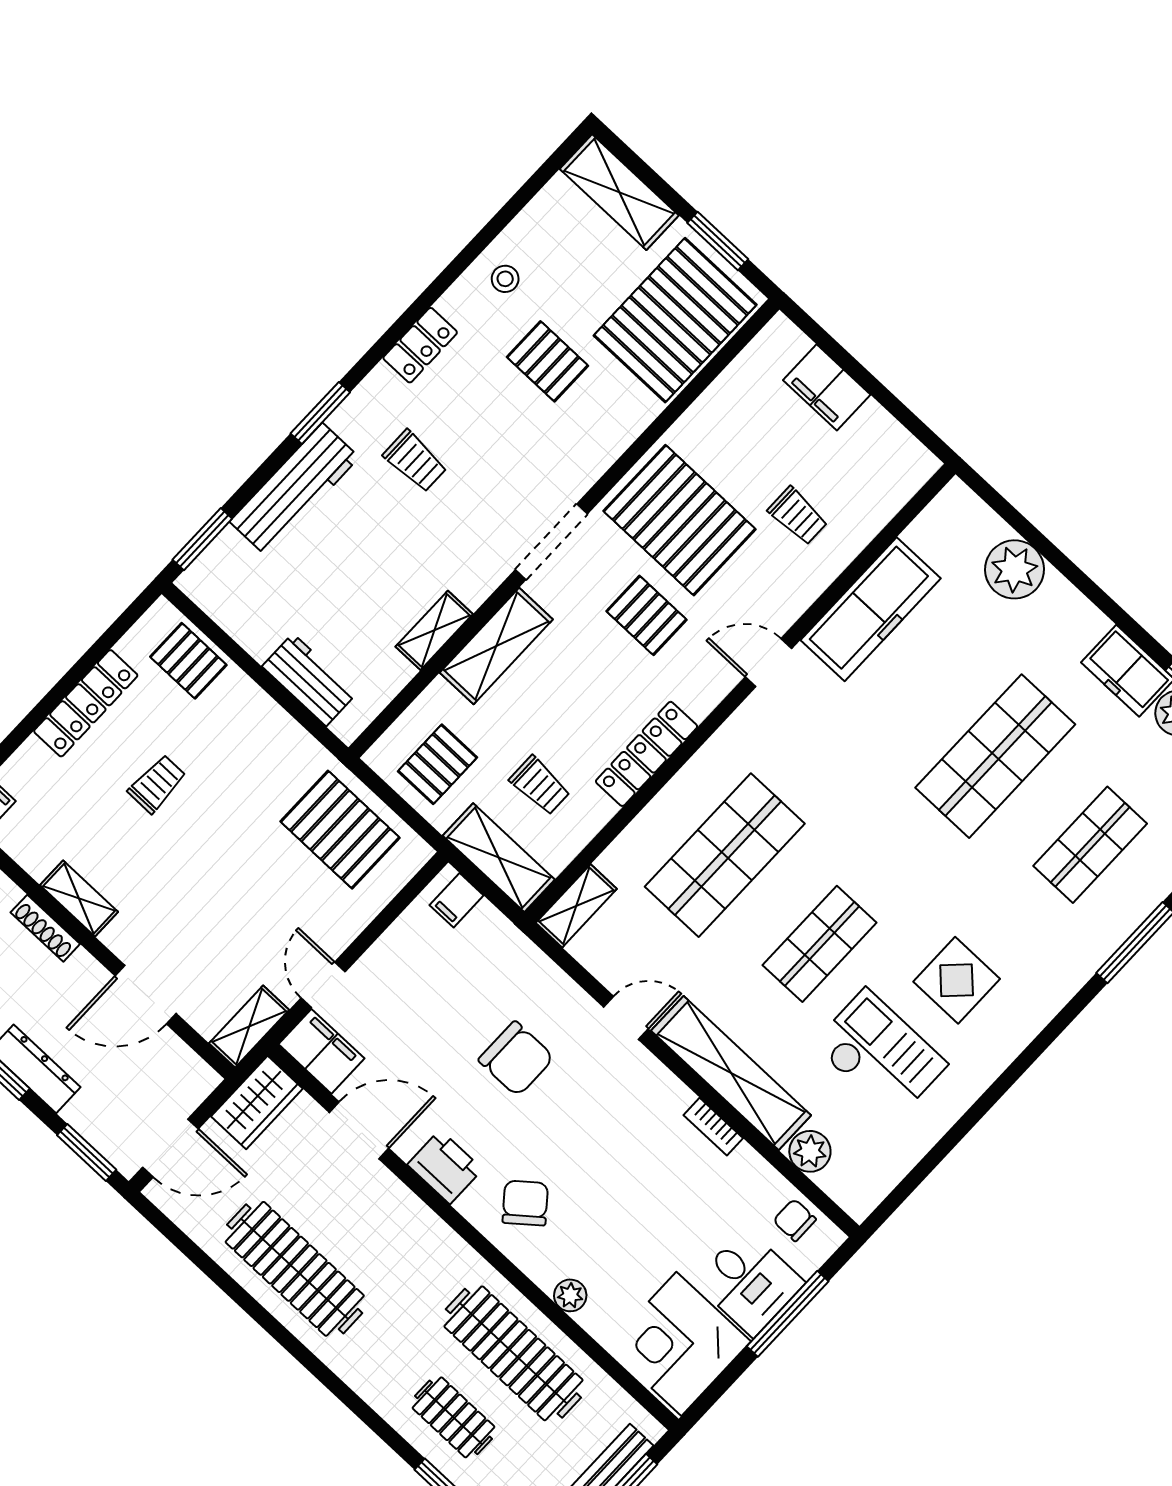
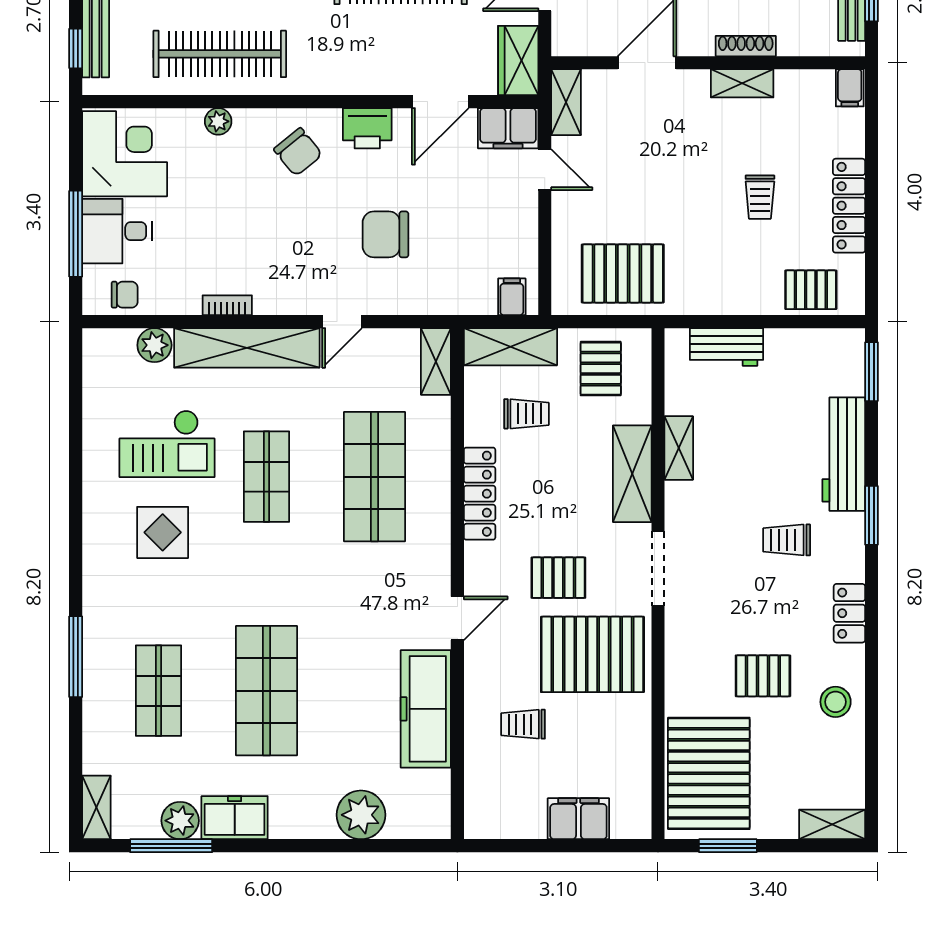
shelving: (619, 192) -> (832, 824), width x0.67, depth x0.75
stool: (505, 279) -> (836, 702), width x1.37, depth x1.37
trolley: (540, 785) -> (526, 414), turned 180

